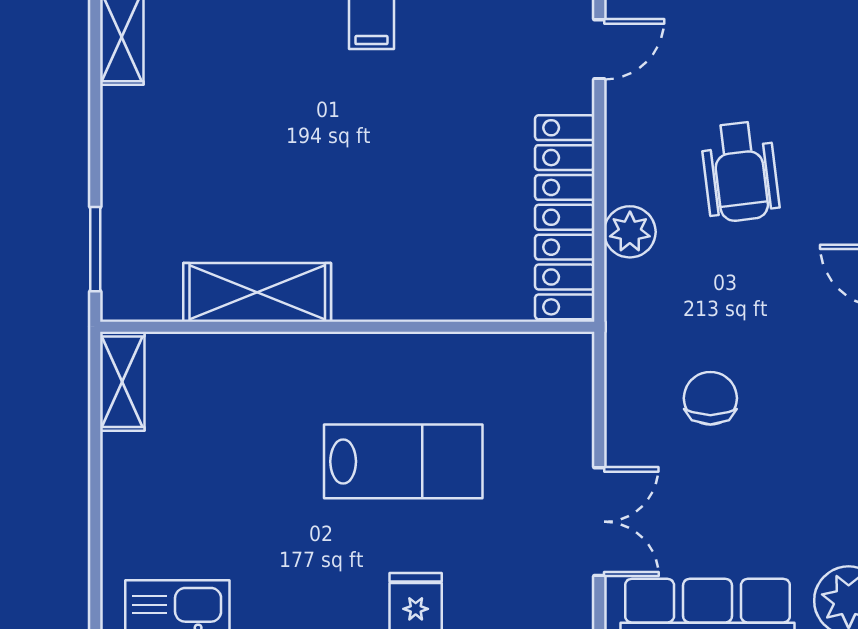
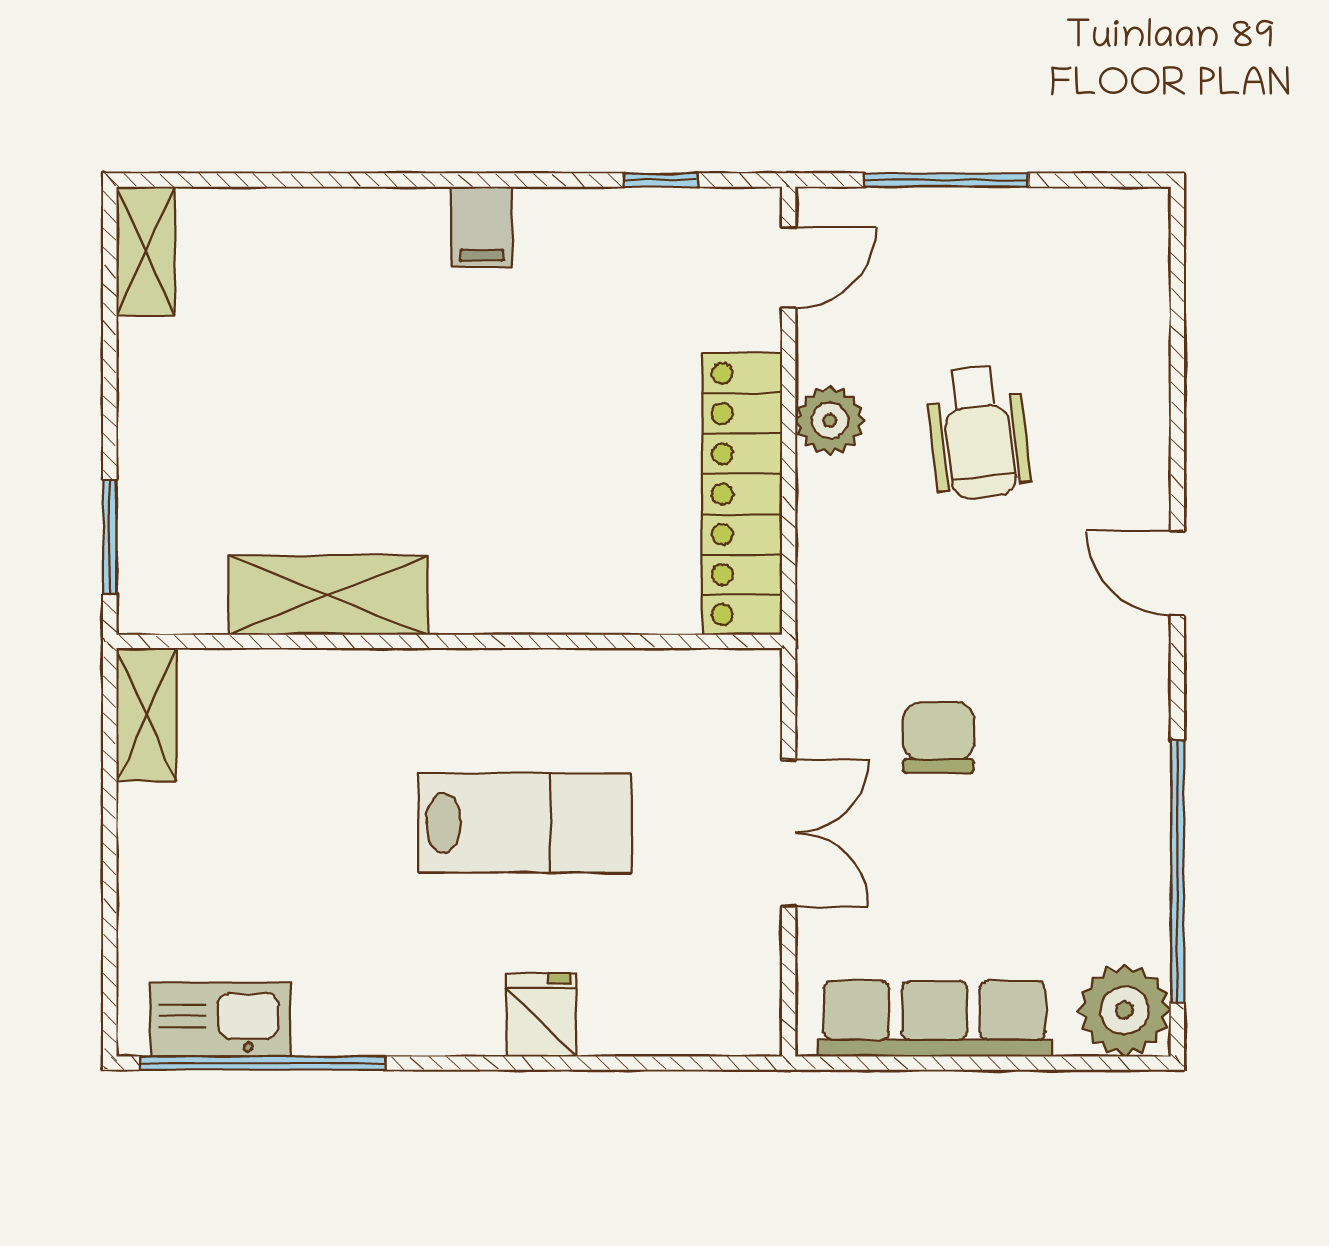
plant: (630, 232) -> (830, 421), moved
double door: (599, 522) -> (789, 833), moved

